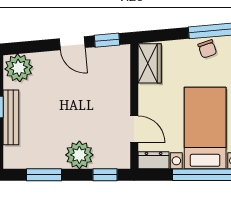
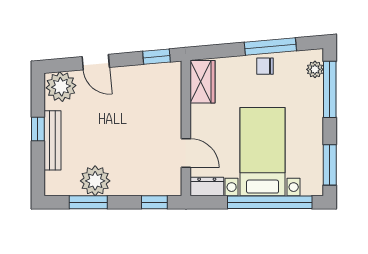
door: (72, 43) -> (96, 62), moved
chair: (207, 49) -> (265, 66), turned 109
plant: (79, 155) -> (95, 181), moved

